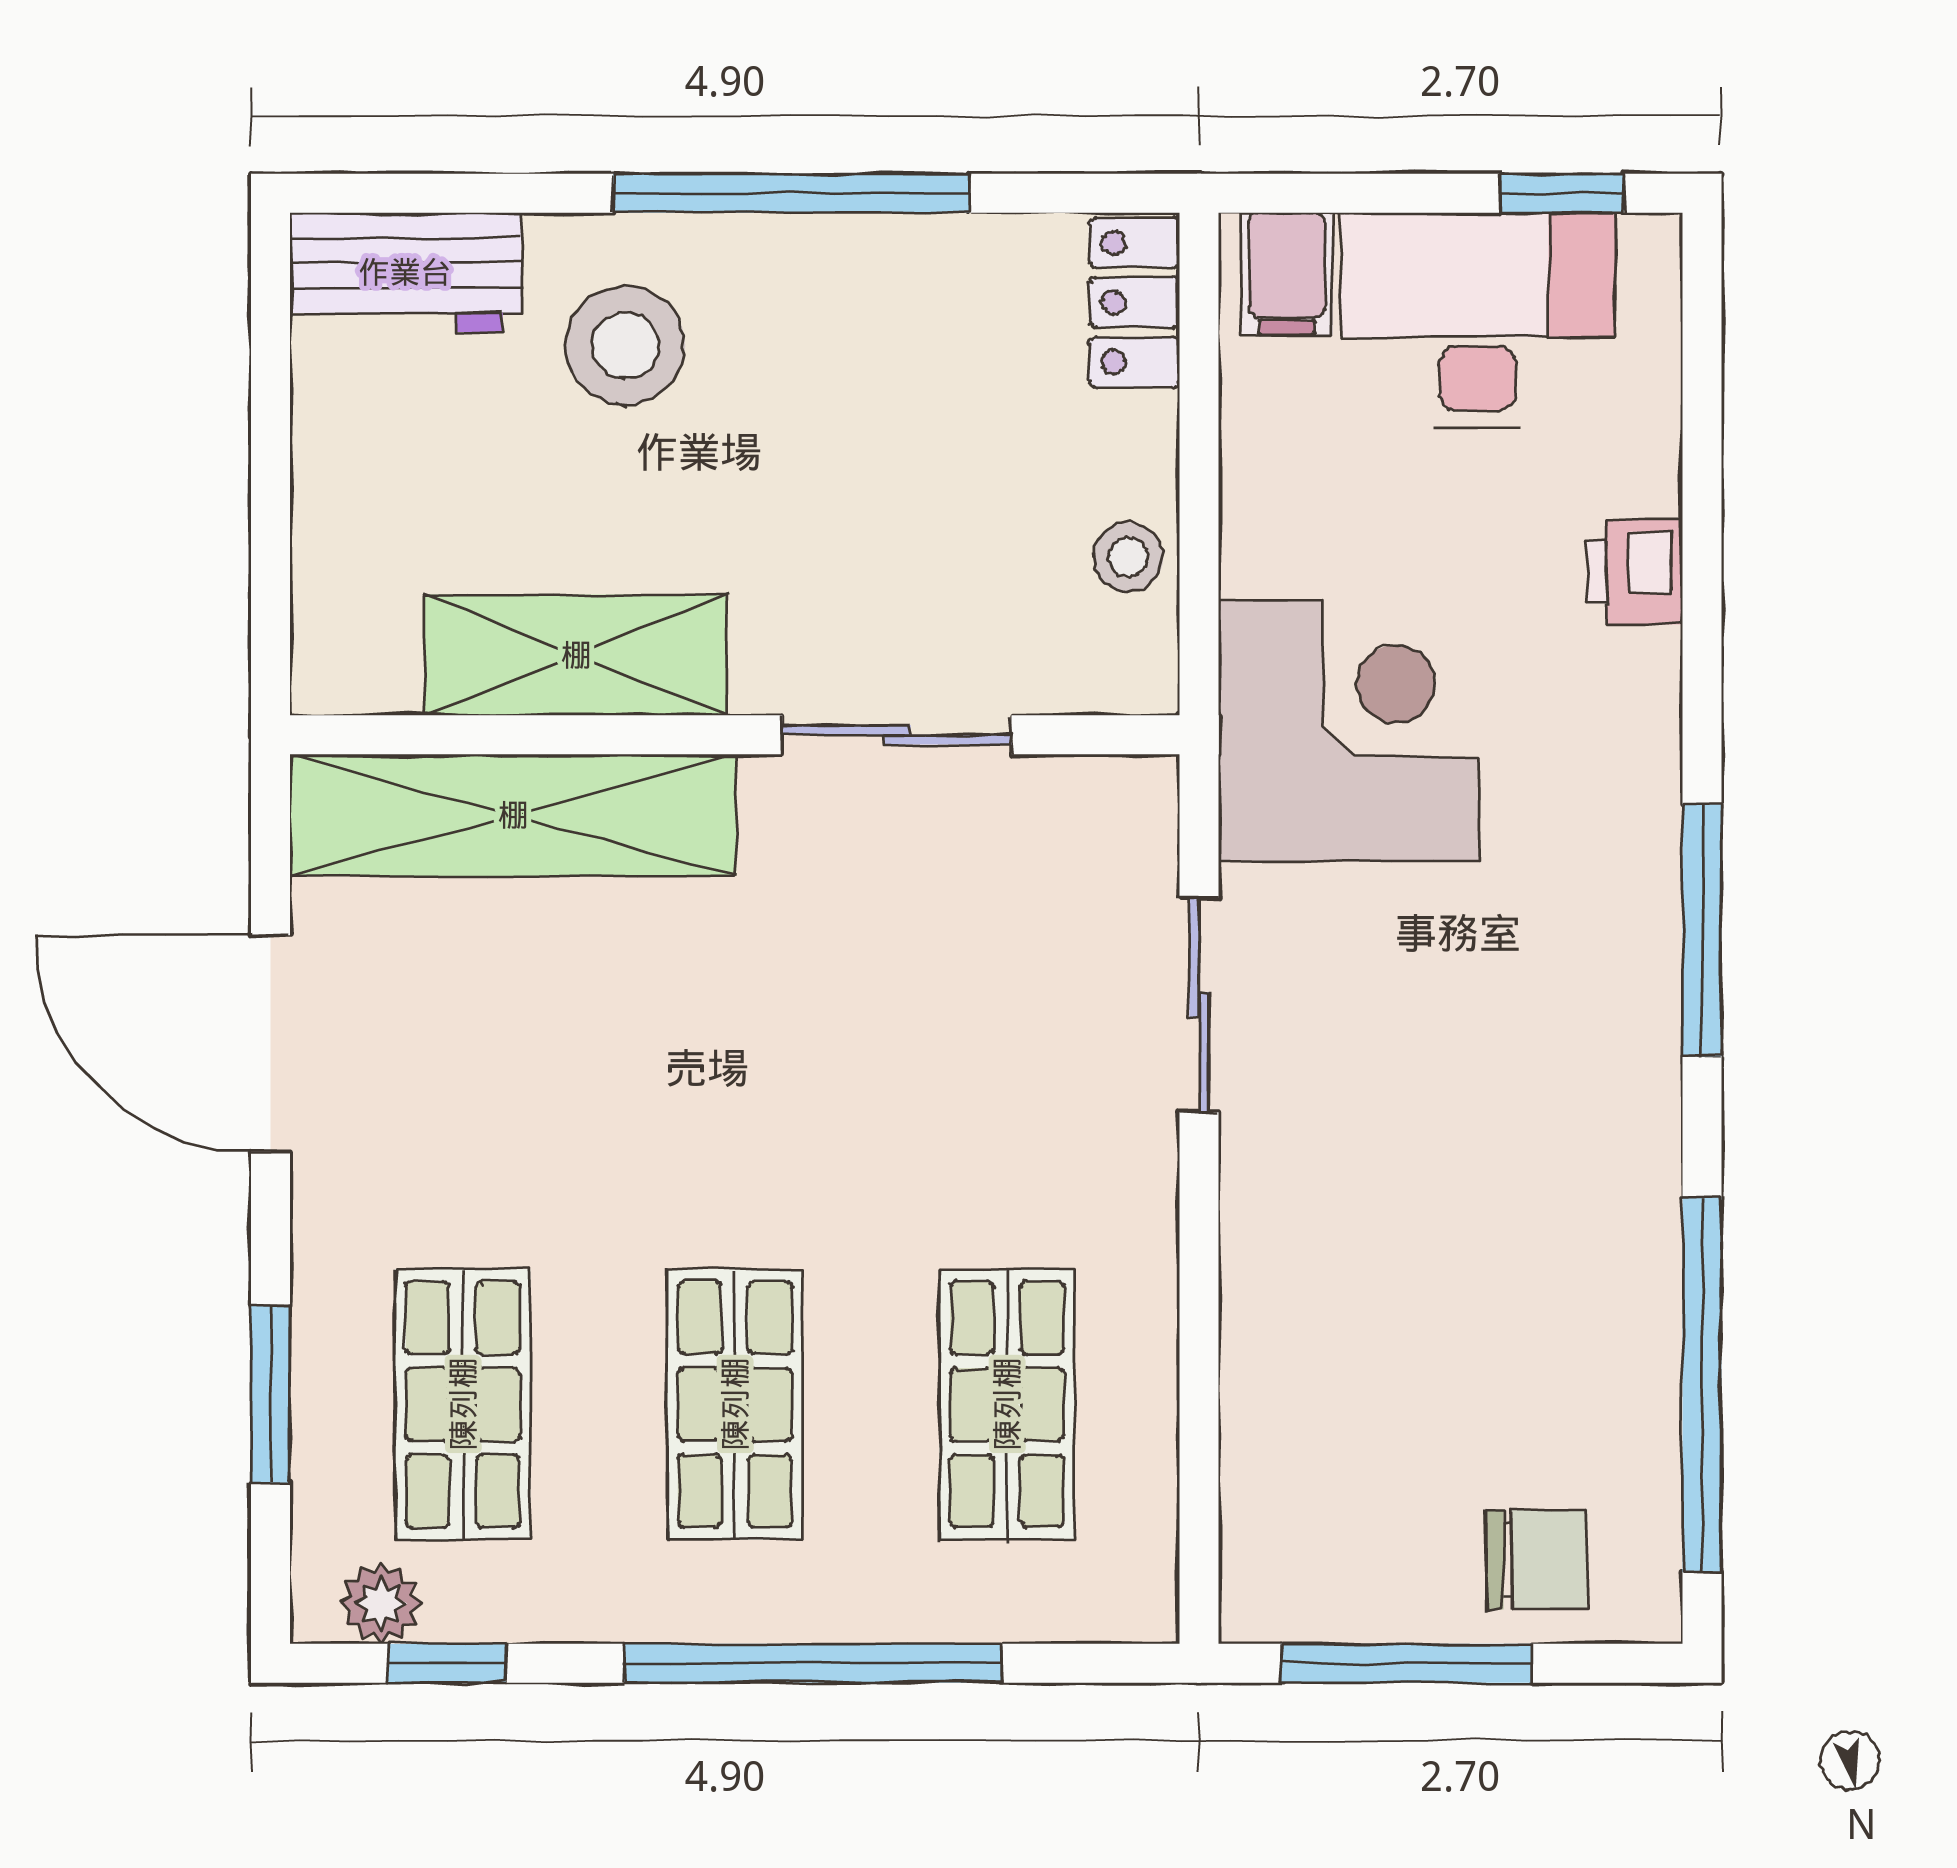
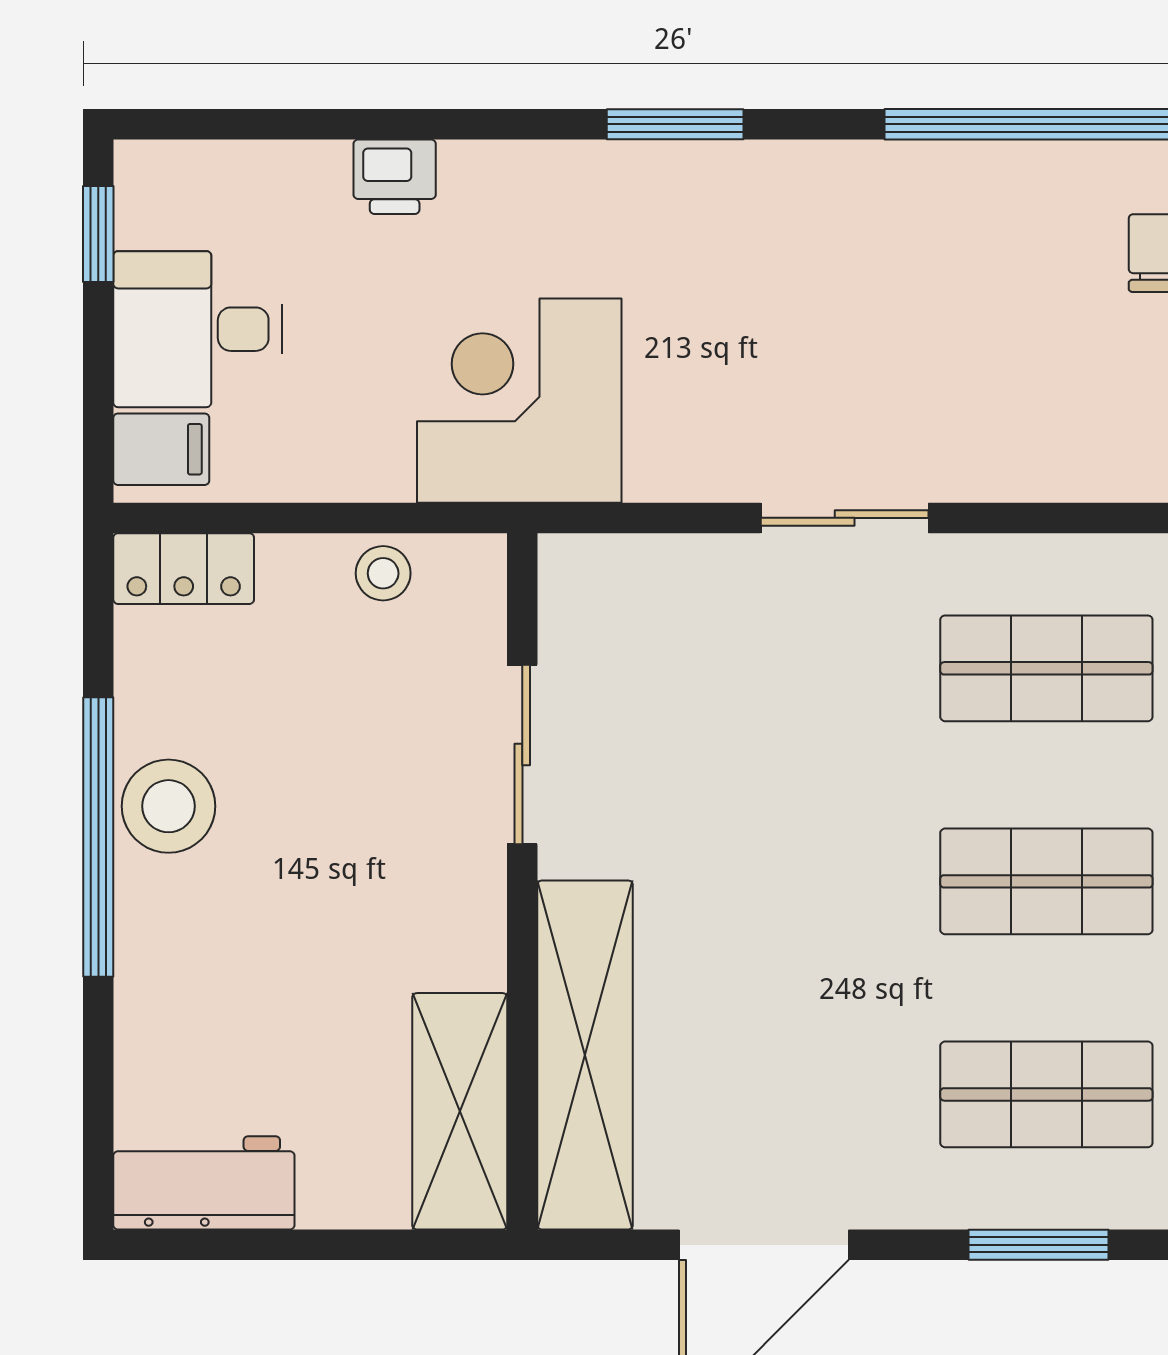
workbench: (405, 272) -> (204, 1183), moved, turned -90
desk: (1477, 320) -> (198, 329), width x0.73
stool: (625, 346) -> (168, 806), moved
shelving: (576, 655) -> (460, 1111), moved
window: (1702, 930) -> (675, 124), width x0.69
sliding door: (1199, 1005) -> (845, 518), moved

